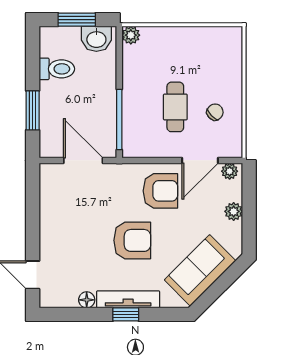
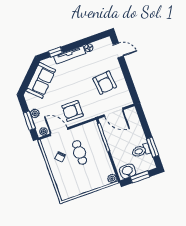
window: (33, 110) -> (153, 147), moved
door: (200, 160) -> (59, 132), hinge flipped
window: (249, 202) -> (29, 121), added
armchair: (132, 240) -> (105, 83), moved, turned -96
window: (126, 314) -> (55, 52), moved

